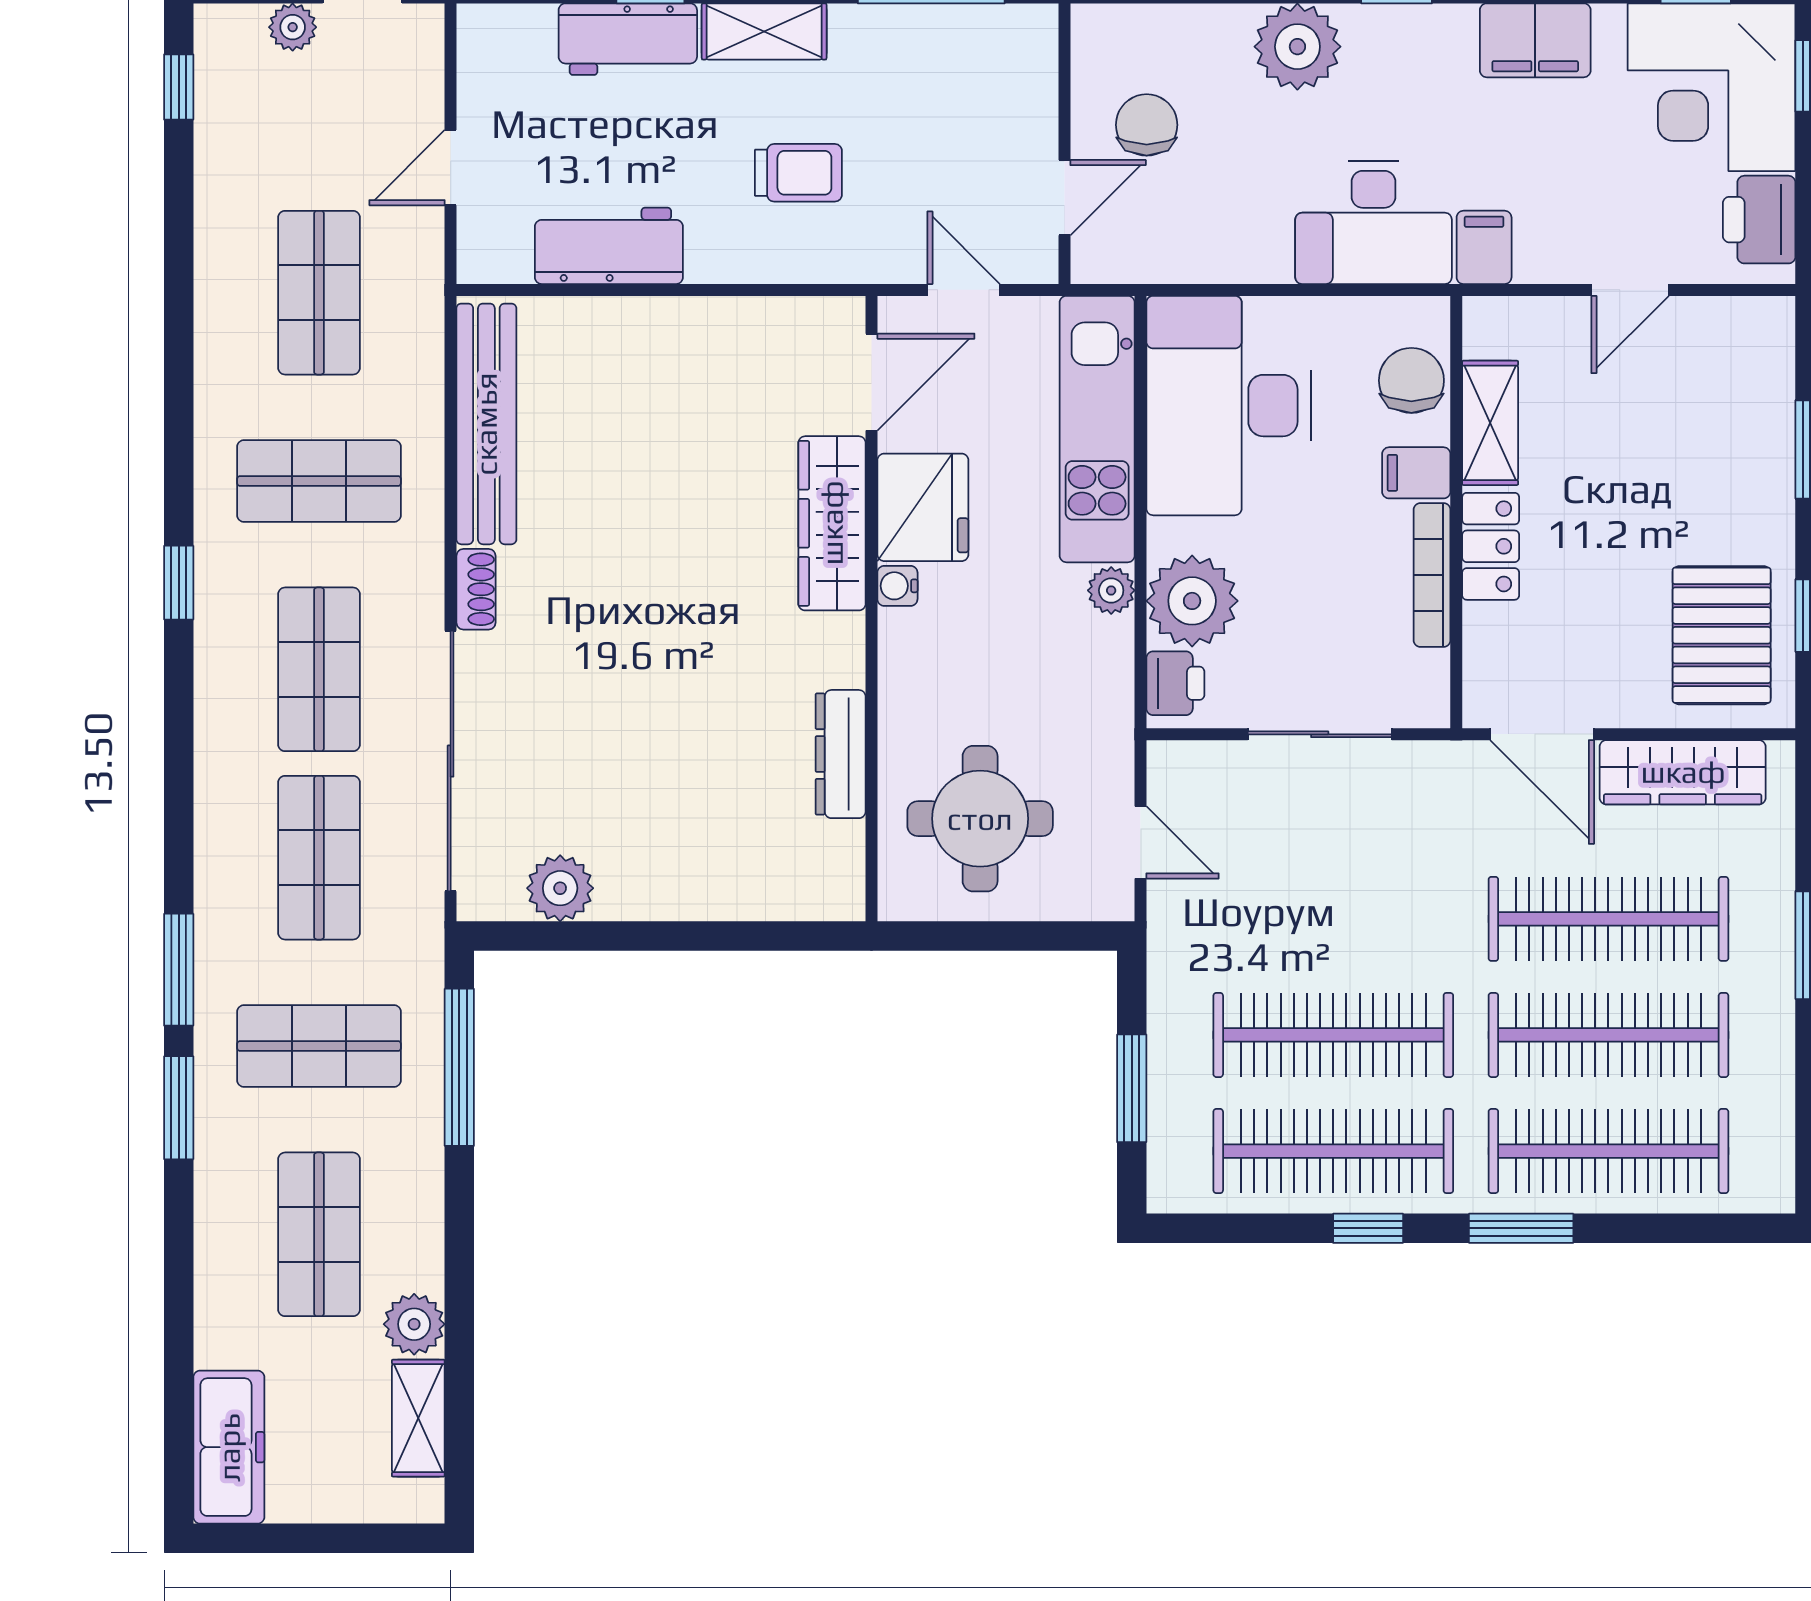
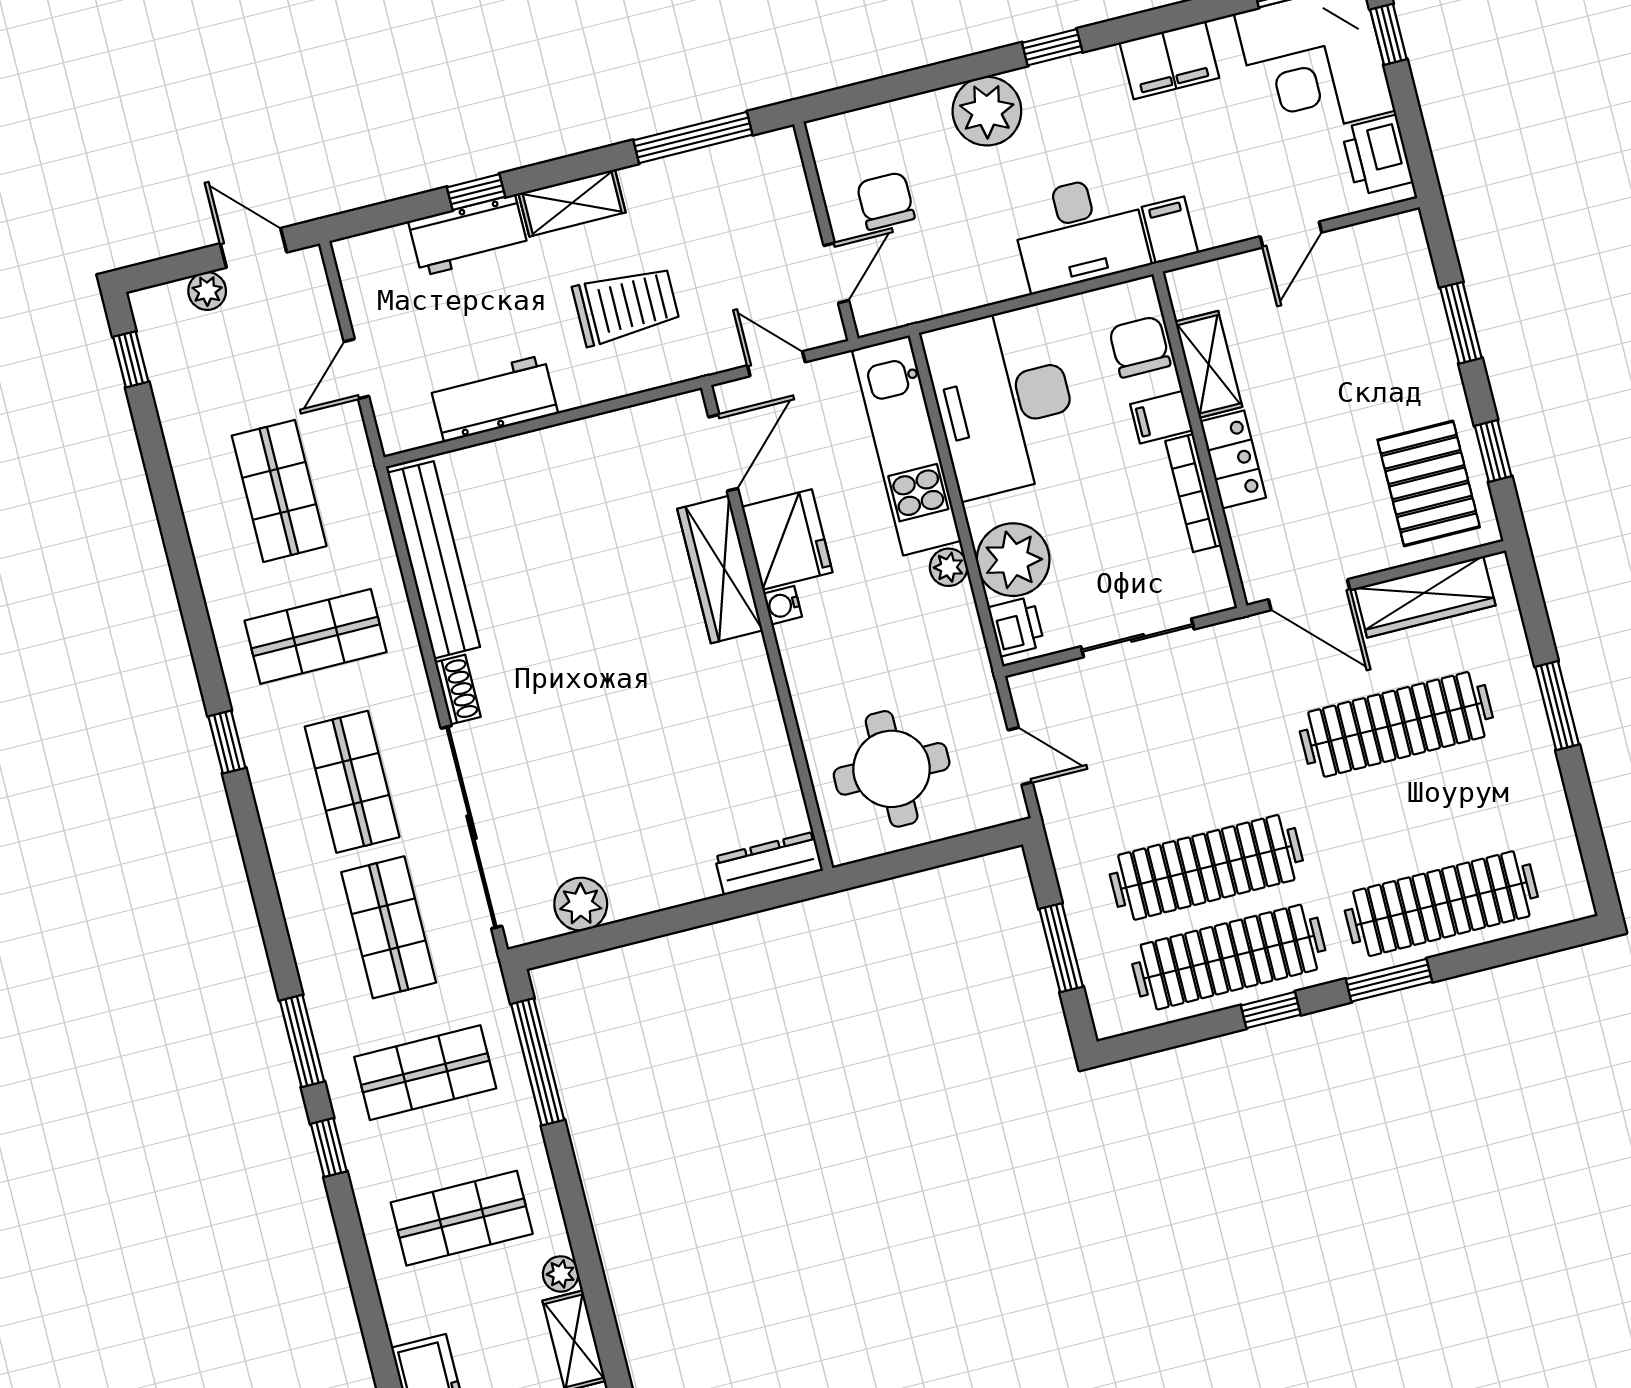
trolley: (798, 173) -> (626, 305), width x1.36, depth x1.39
dresser: (841, 754) -> (769, 863), moved, turned 90
clothes rail: (1608, 1035) -> (1419, 814), removed
window: (179, 1108) -> (329, 1148), width x0.67
shop shelf: (319, 1234) -> (462, 1218), turned 90
plant: (414, 1324) -> (561, 1274), width x0.73, depth x0.73

